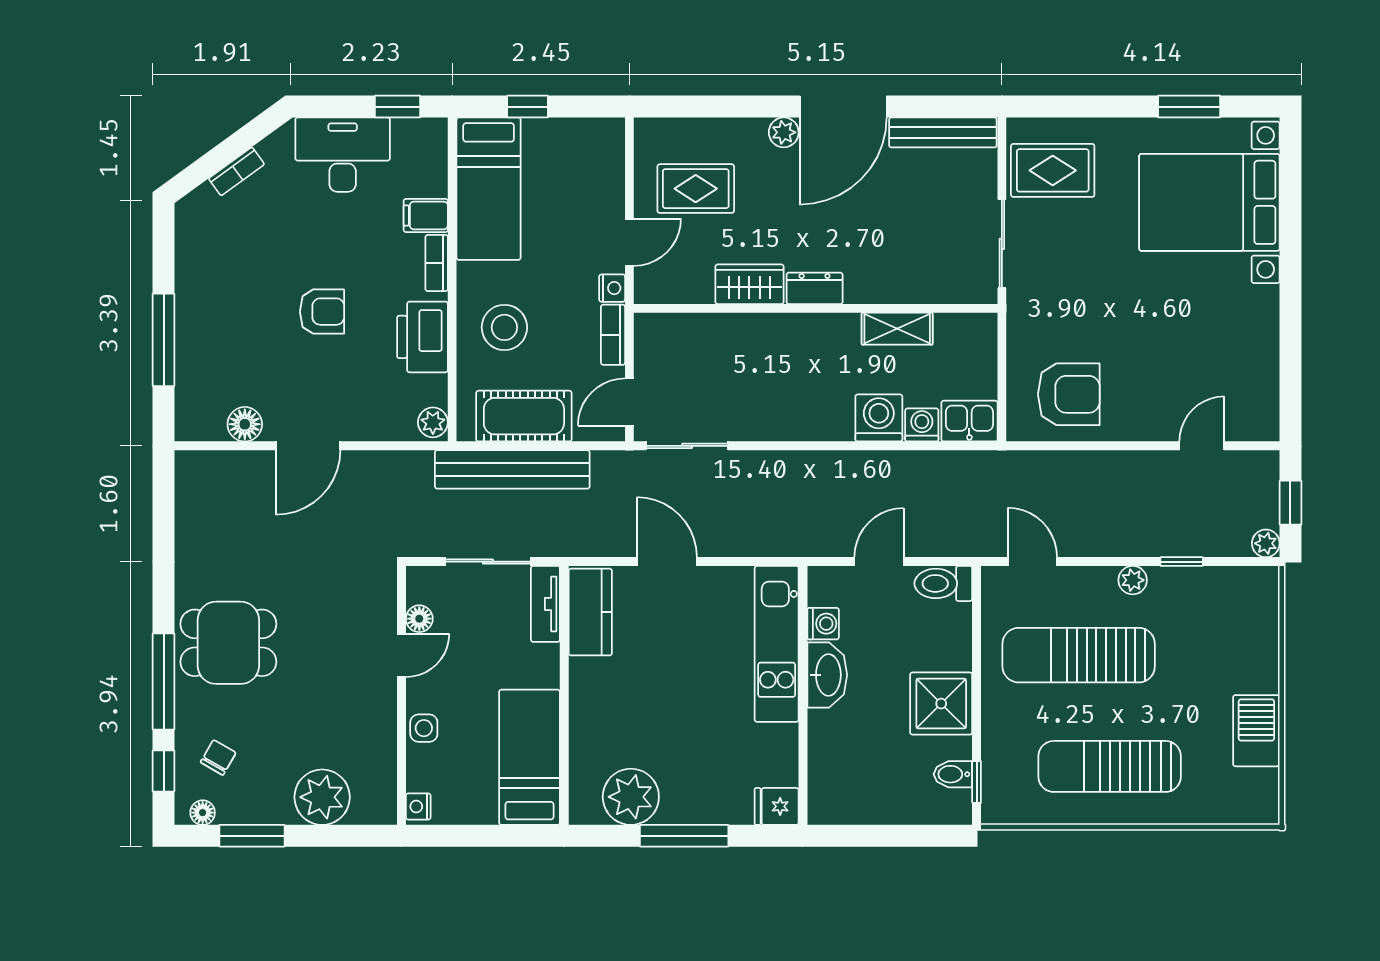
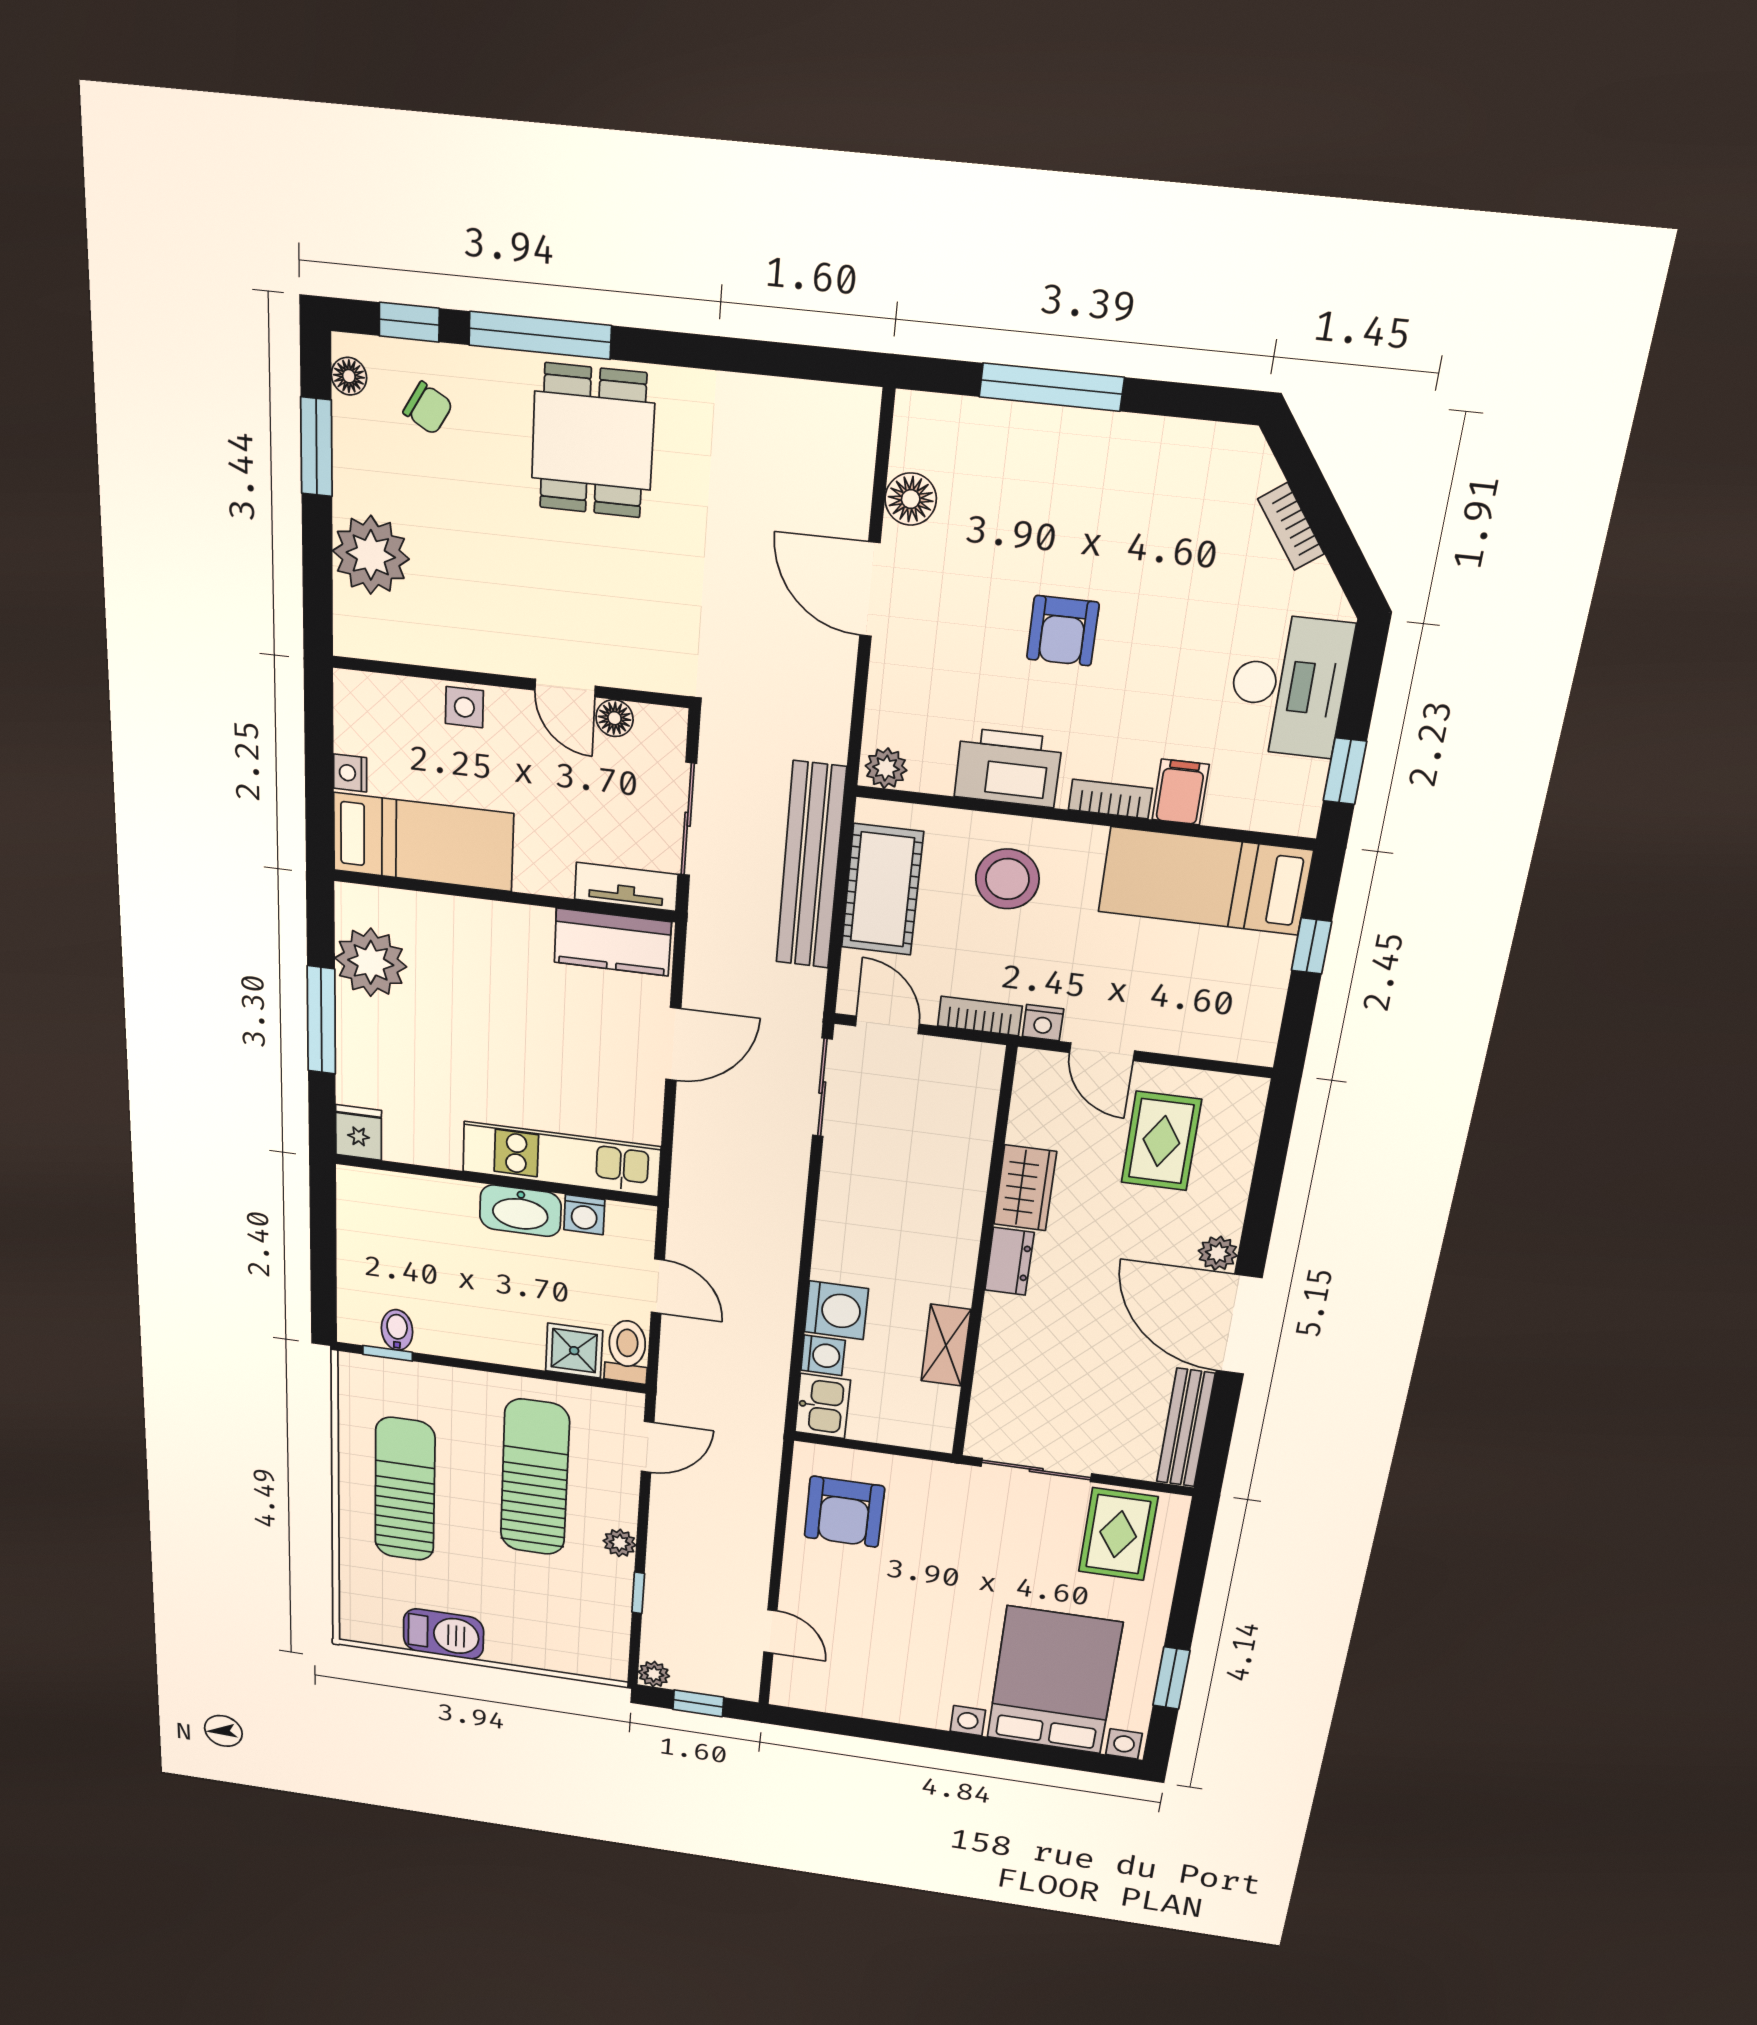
shower: (941, 704) -> (574, 1351), moved, width x0.73, depth x0.73
nightstand: (418, 807) -> (350, 773), moved, turned -90

